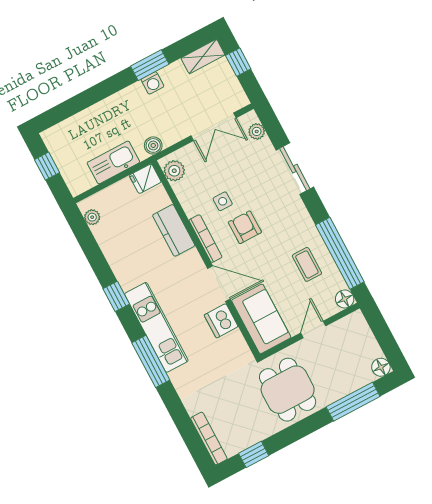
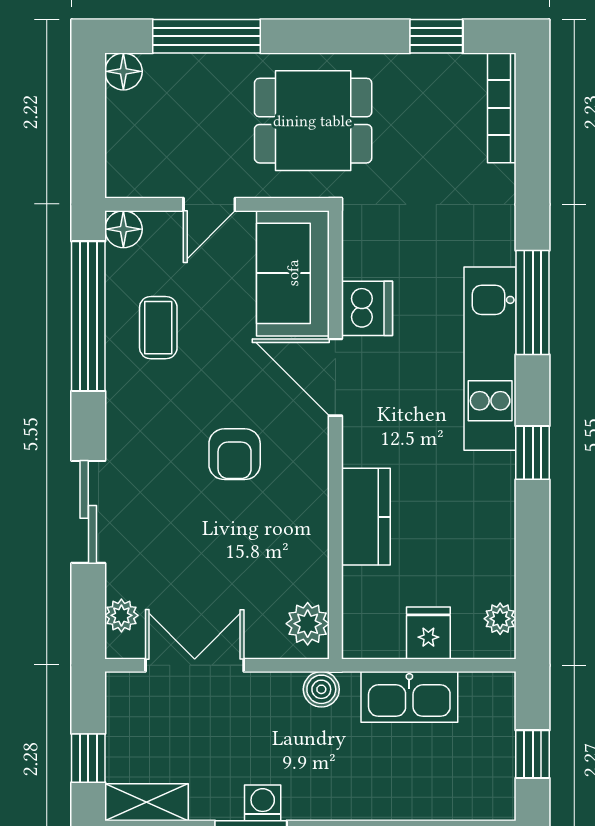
fridge: (145, 179) -> (428, 633), moved, turned -90
side table: (223, 201) -> (250, 522), removed
bookcase: (205, 239) -> (316, 471), removed
dining table: (288, 390) -> (313, 121), turned 90

